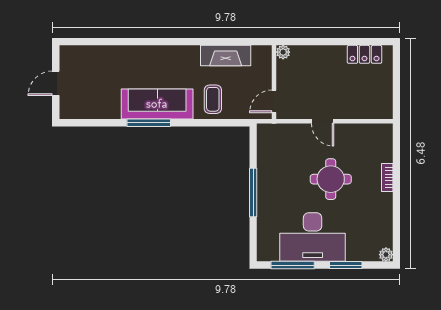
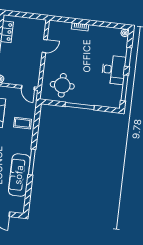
sofa: (157, 104) -> (19, 175), moved
door: (323, 121) -> (45, 46), moved
round table: (331, 179) -> (62, 85), moved
desk: (313, 237) -> (113, 70), width x0.73, depth x0.77

